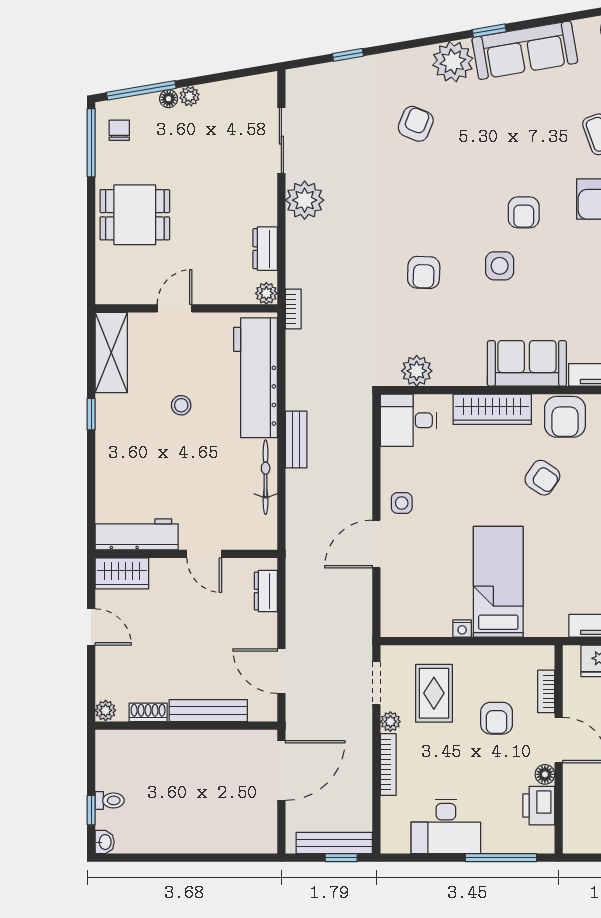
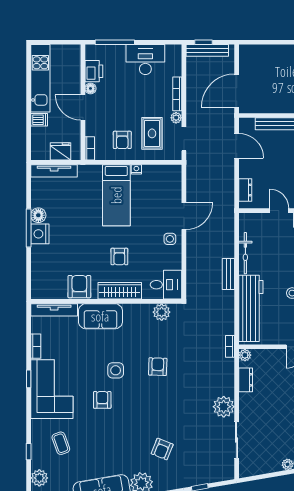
armchair: (542, 478) -> (119, 256), moved, turned -124
bookcase: (546, 691) -> (90, 148), moved
armchair: (497, 718) -> (122, 140), moved, turned 180

